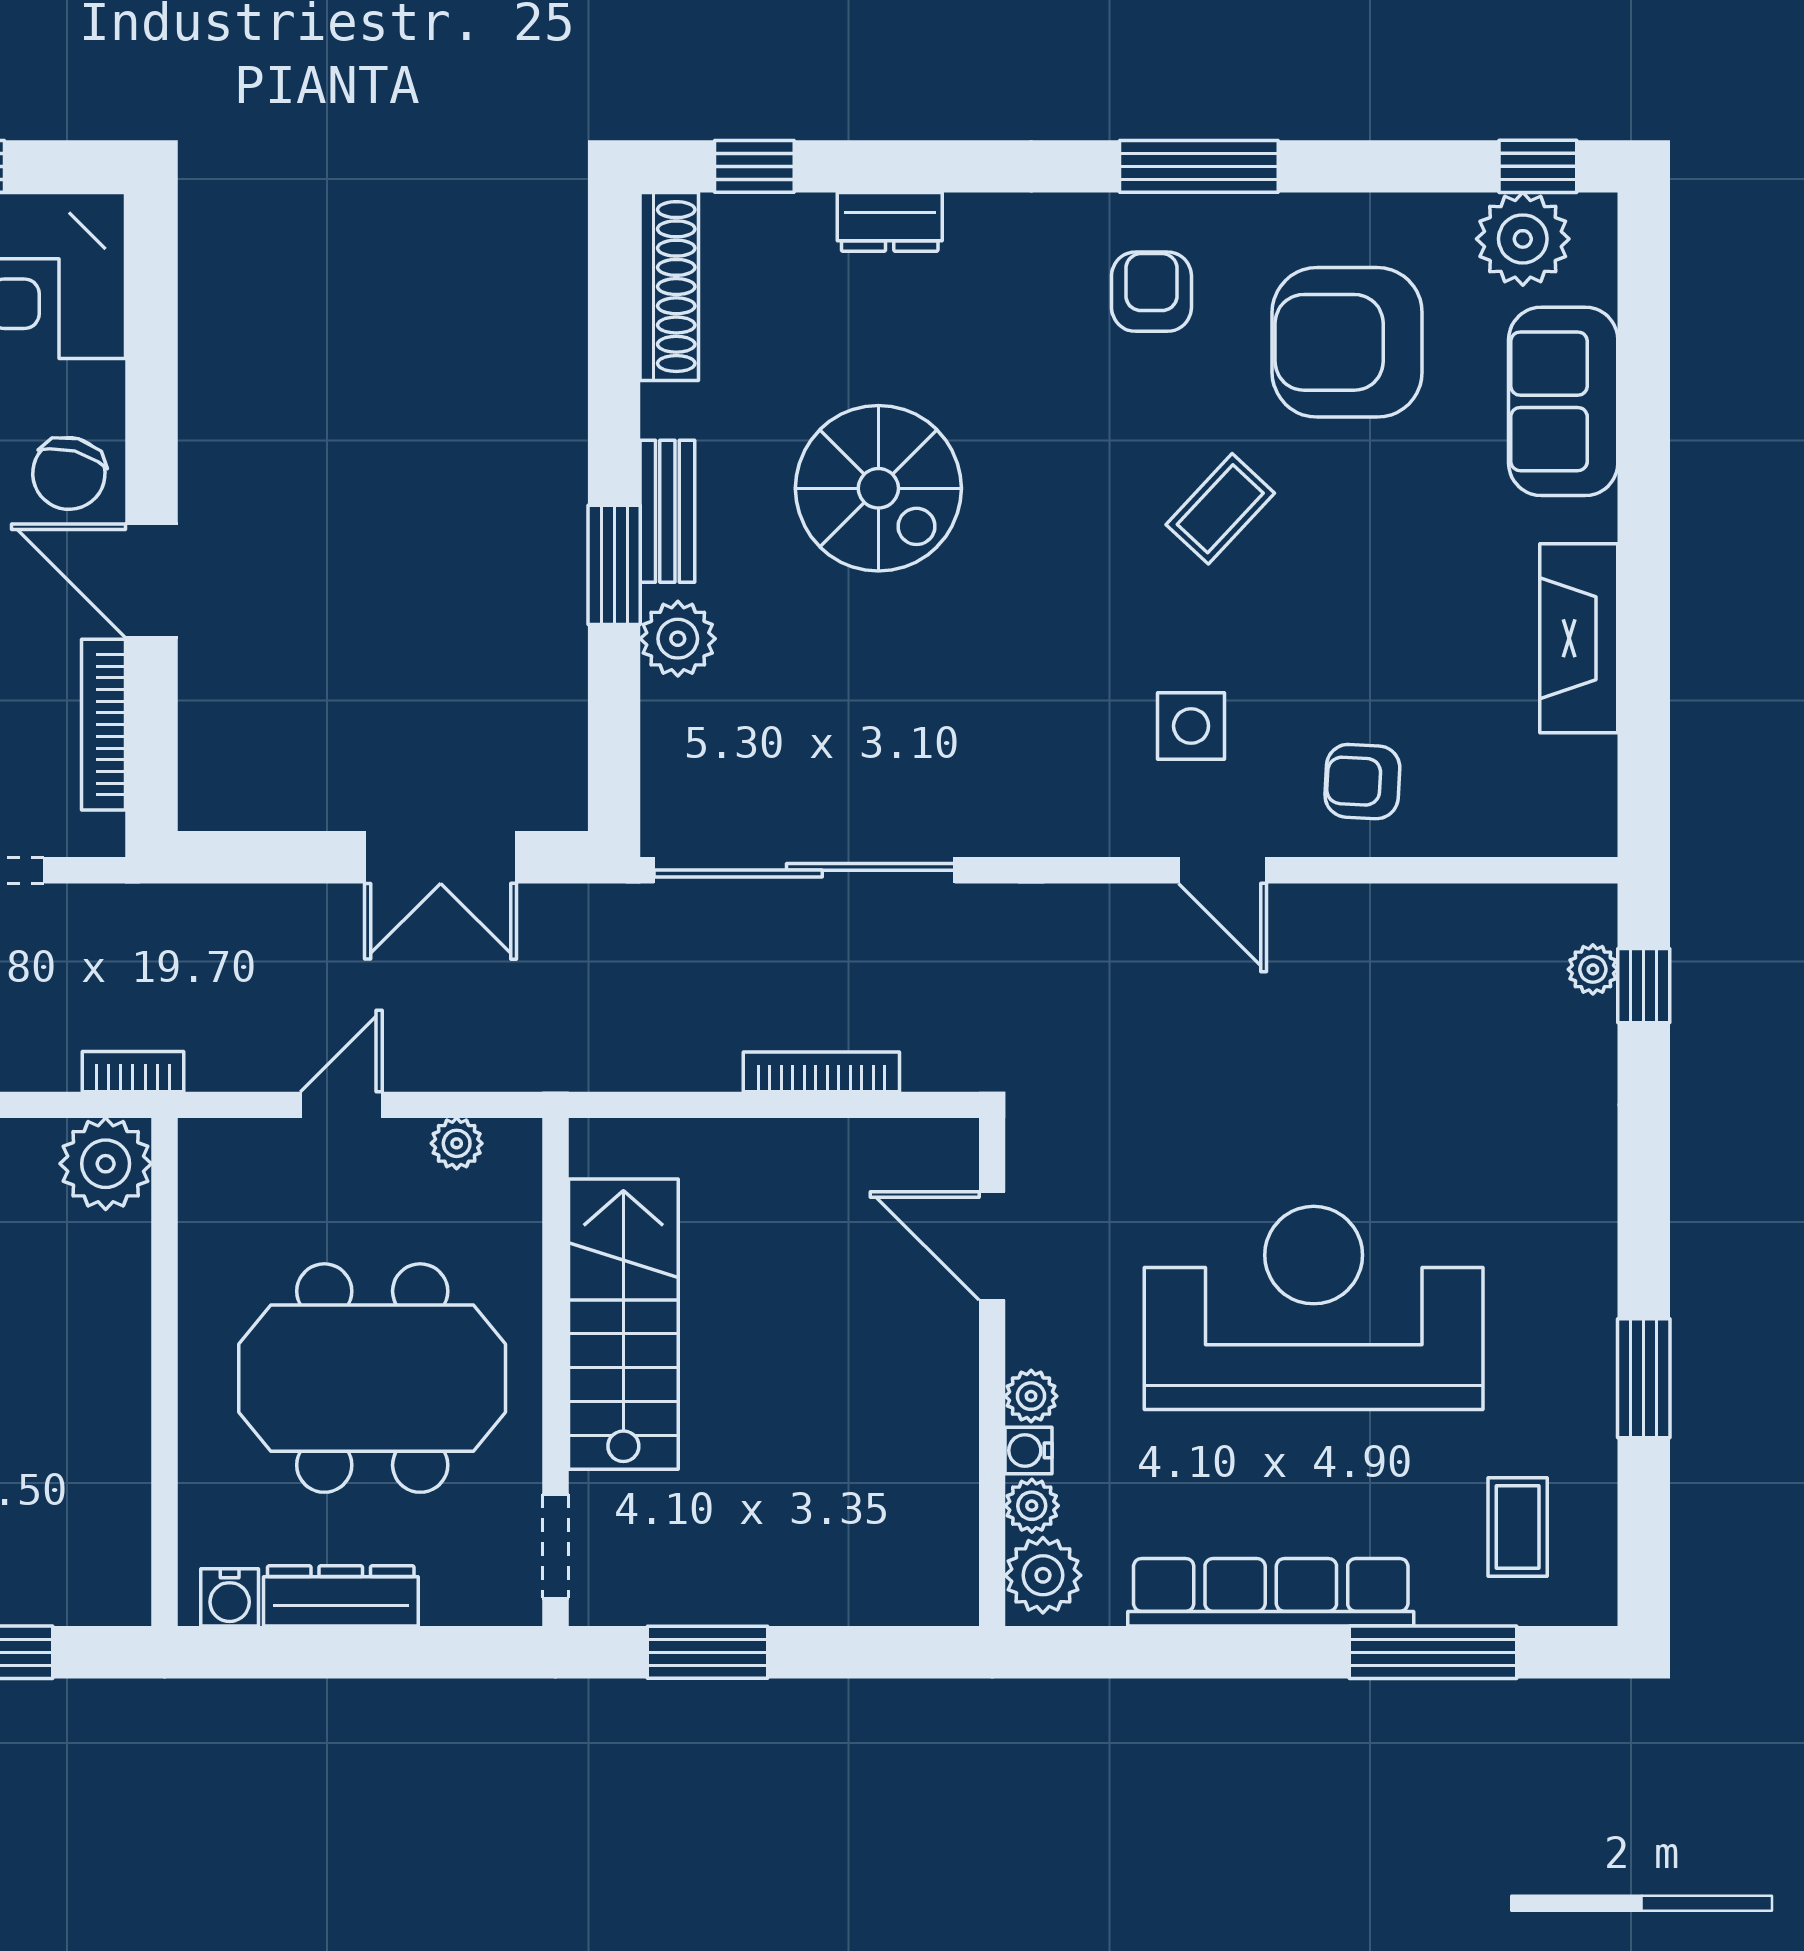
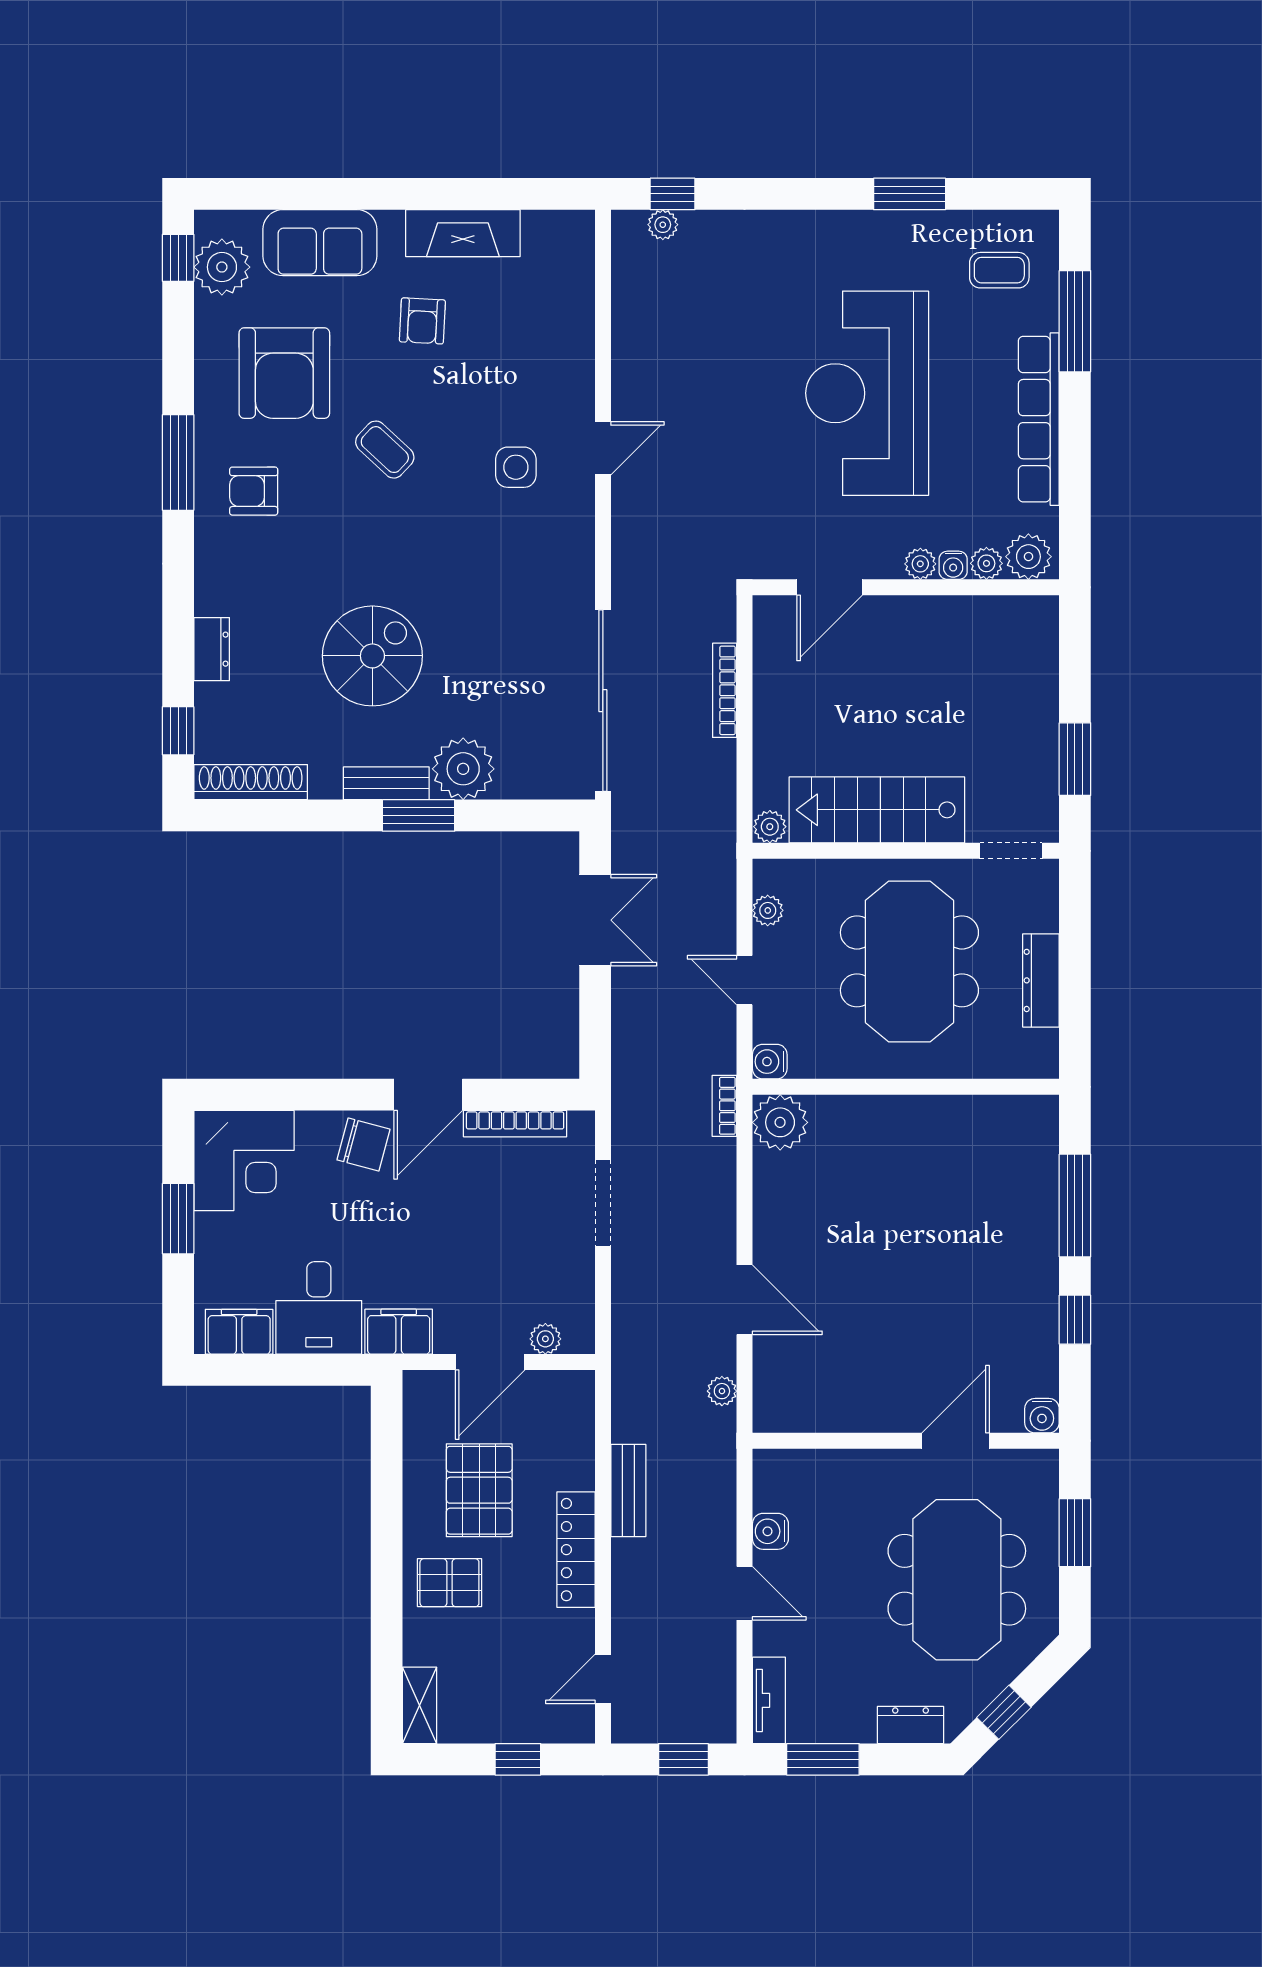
plant: (678, 639) -> (463, 769), width x1.36, depth x1.36
armchair: (1362, 782) -> (422, 321), moved
plant: (595, 1147) -> (770, 827), added
water cooler: (230, 1597) -> (770, 1062), moved, turned 180

